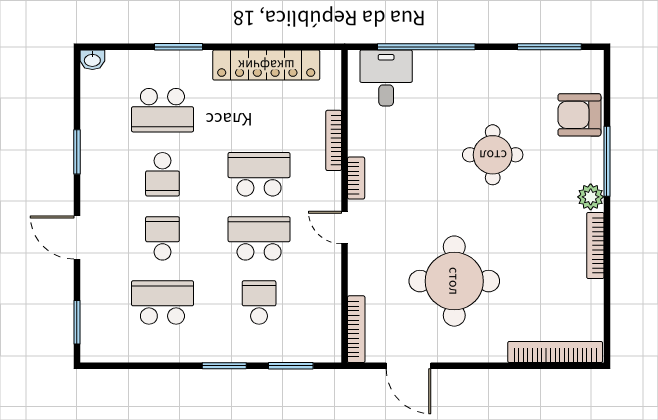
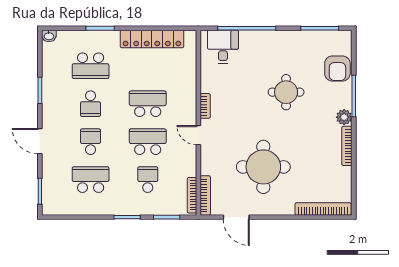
armchair: (579, 115) -> (337, 69), turned -90
bookcase: (334, 140) -> (192, 195), moved

